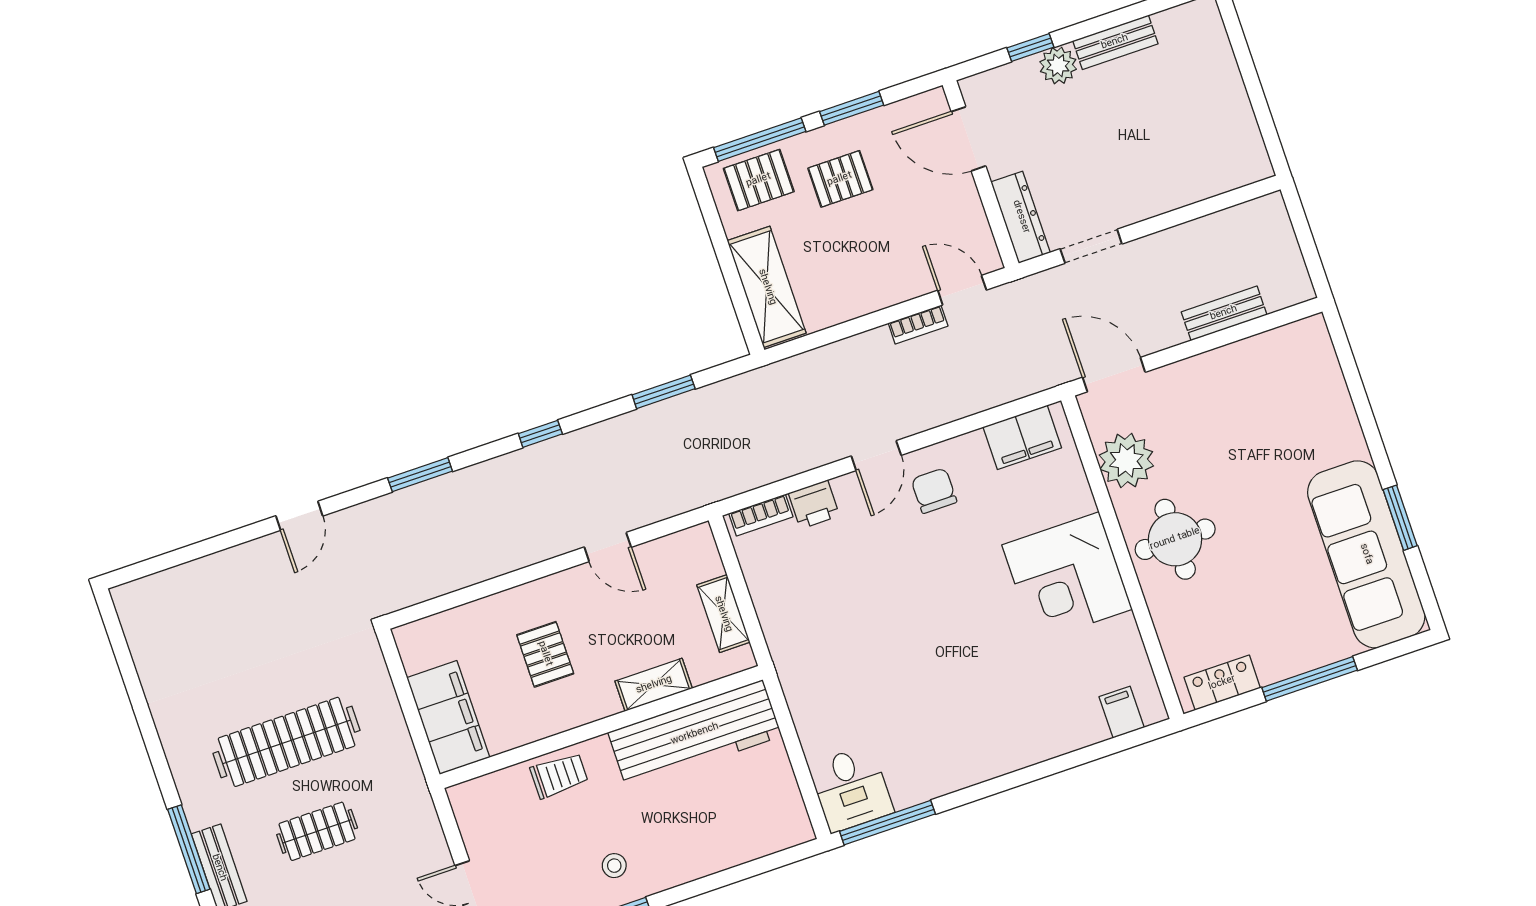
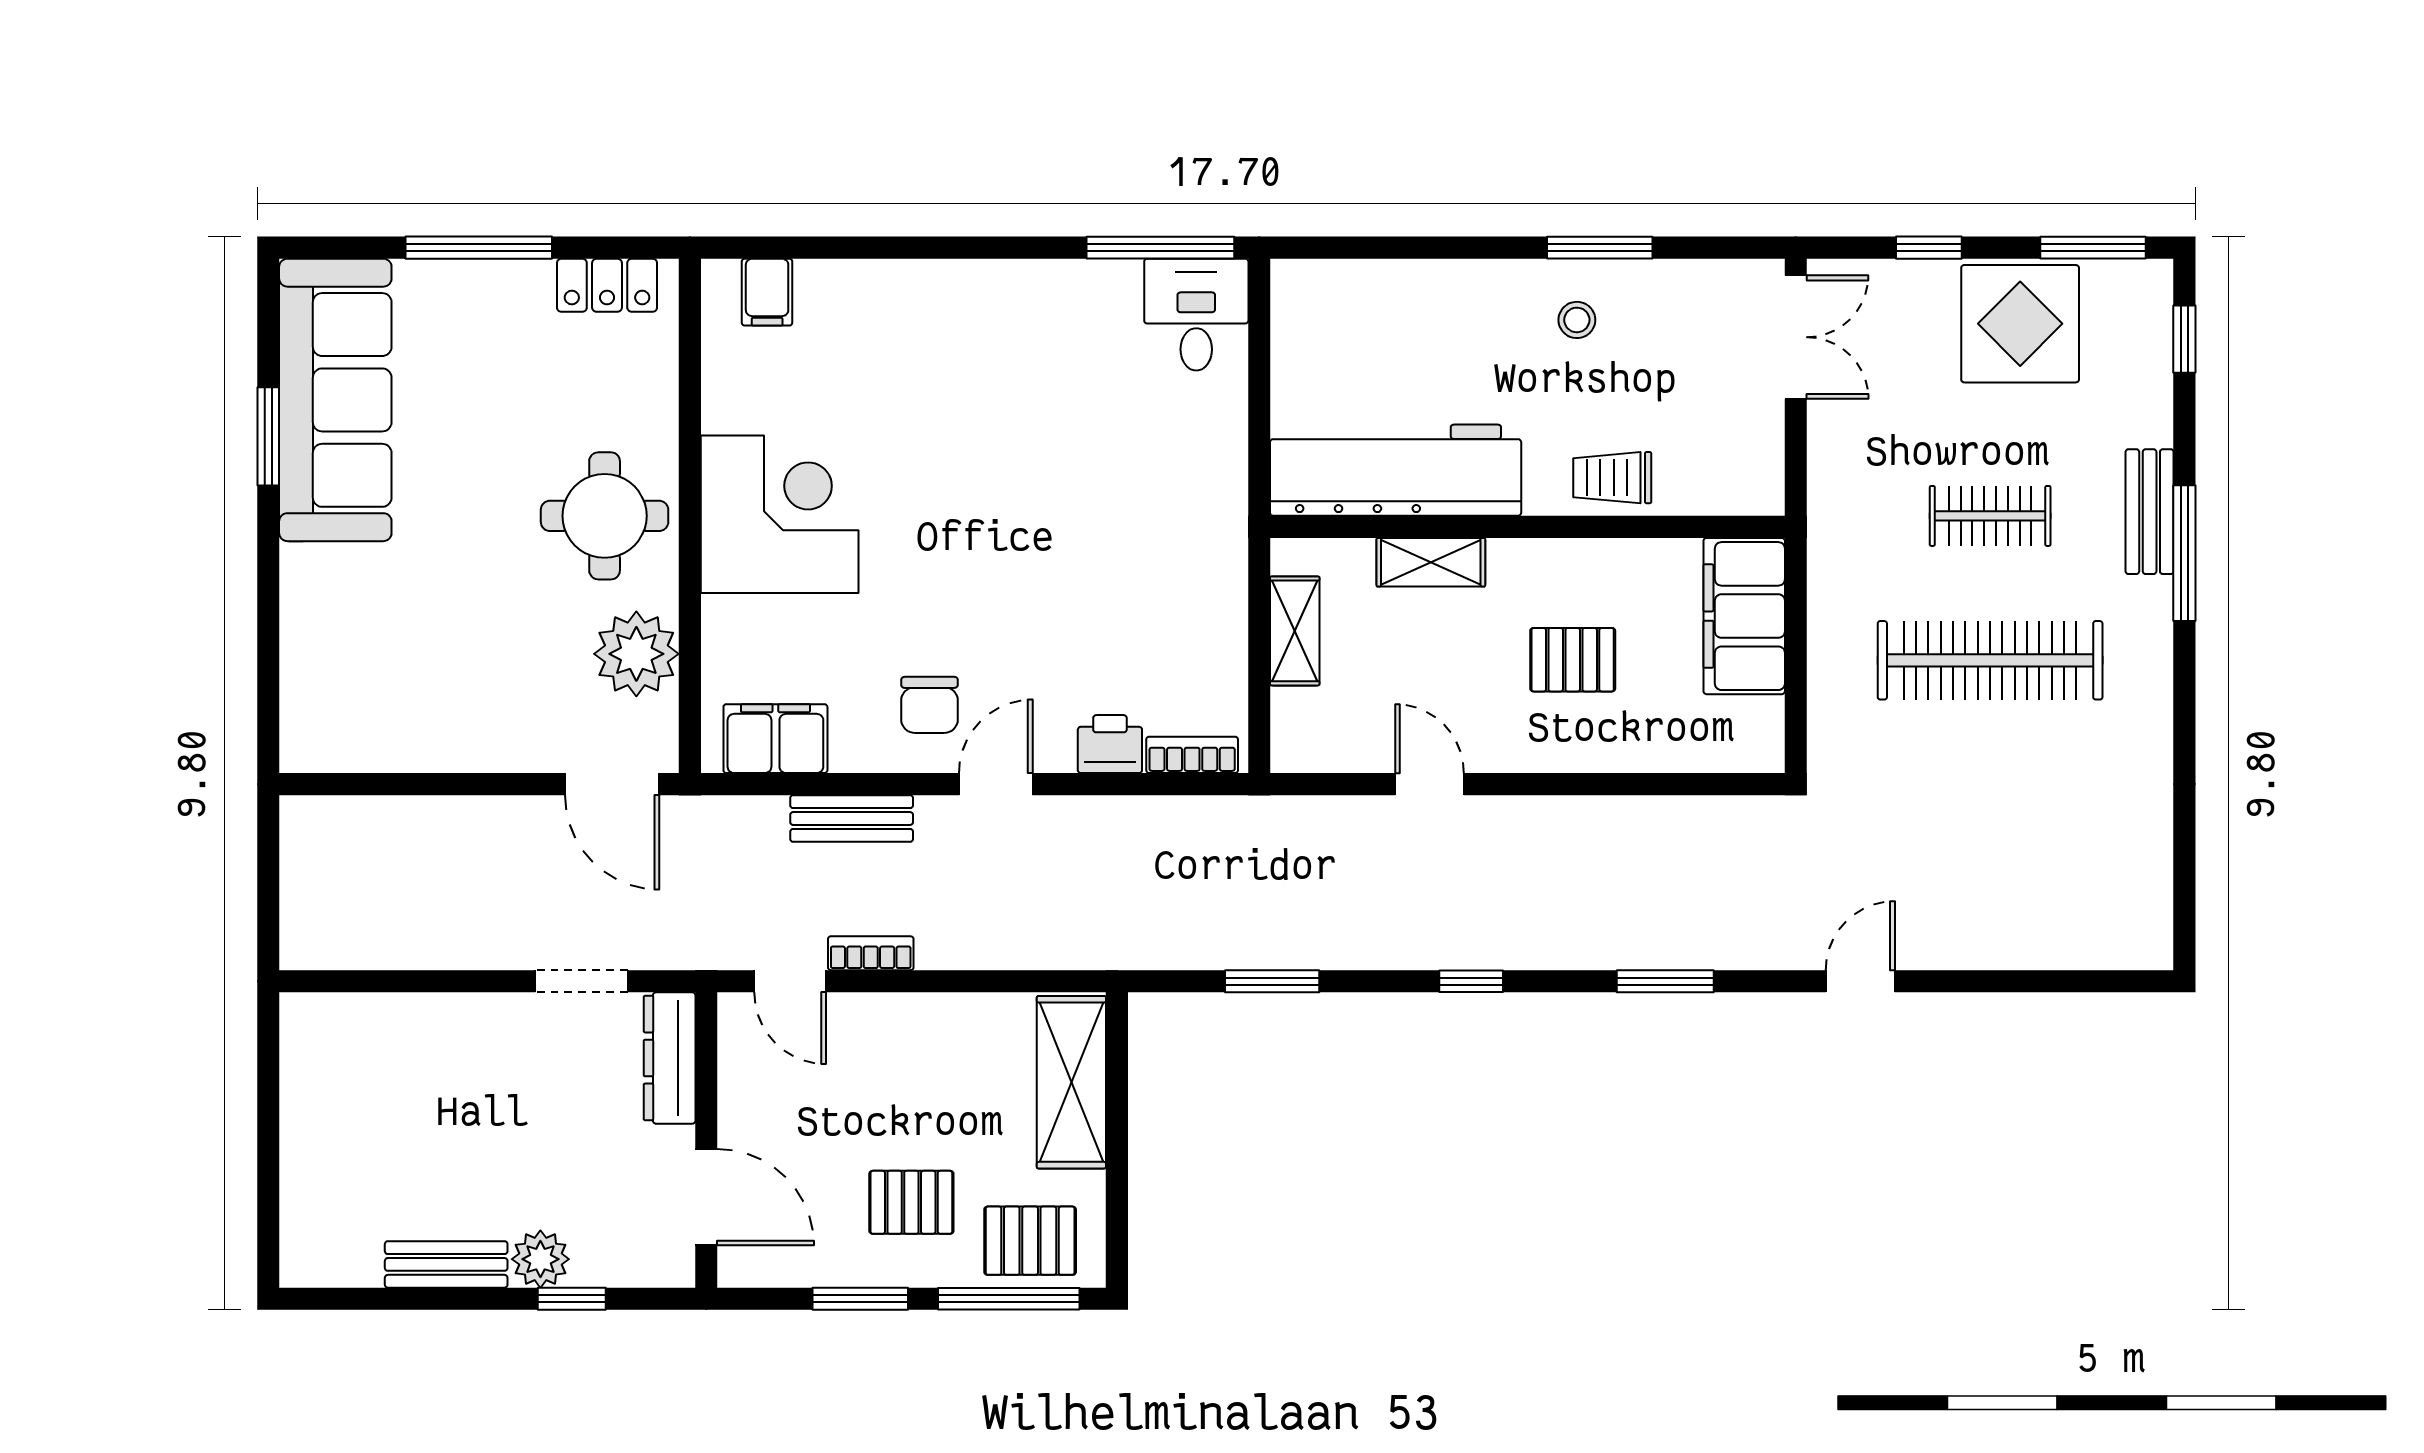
bench: (1224, 313) -> (852, 819), moved
pallet: (545, 654) -> (1573, 660), turned 90

